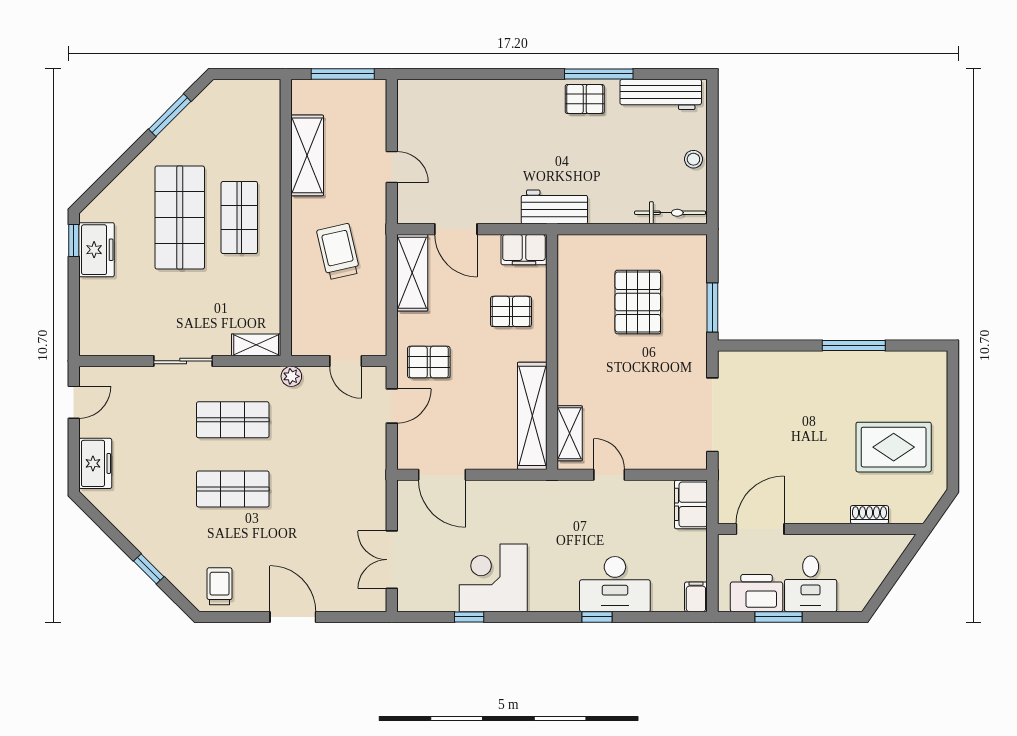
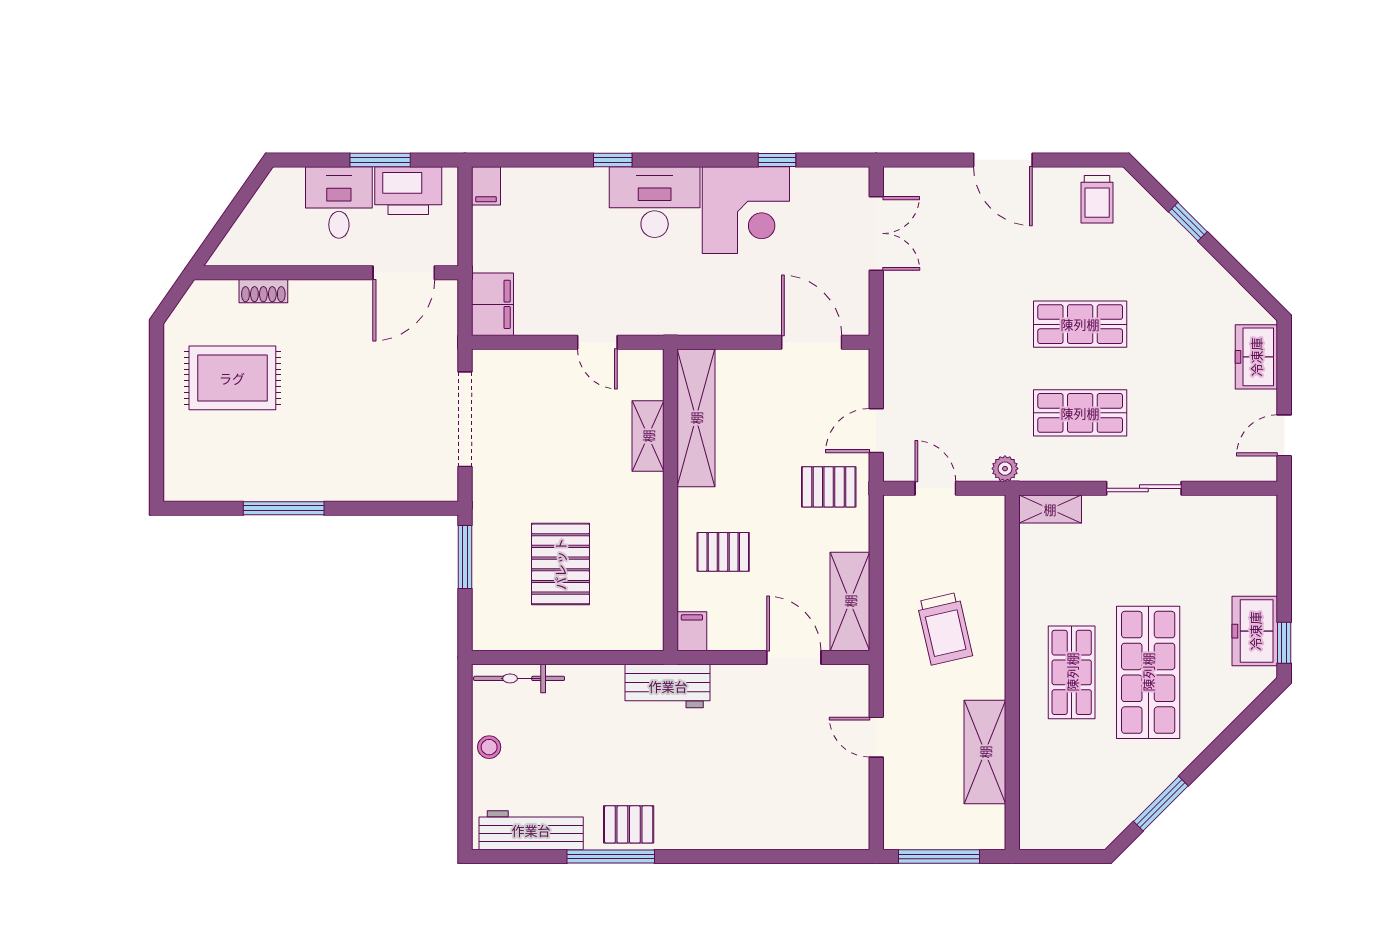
filing cabinet: (524, 250) -> (692, 631), width x0.50
shelving: (570, 433) -> (648, 436), moved
desk: (615, 584) -> (655, 202), moved

